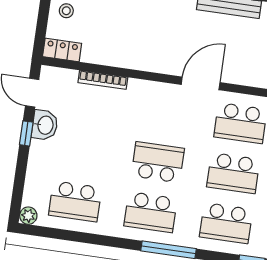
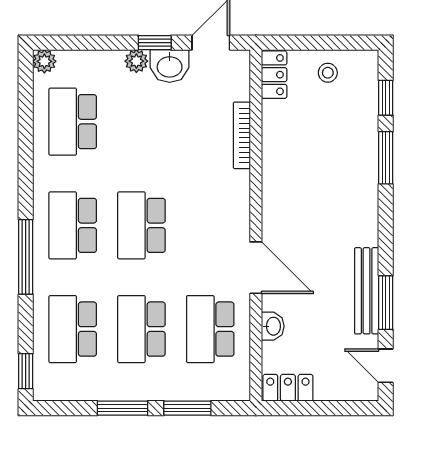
washbasin: (245, 77) -> (273, 326), added
plant: (38, 149) -> (136, 61), added
school desk: (158, 162) -> (141, 225), turned 180

